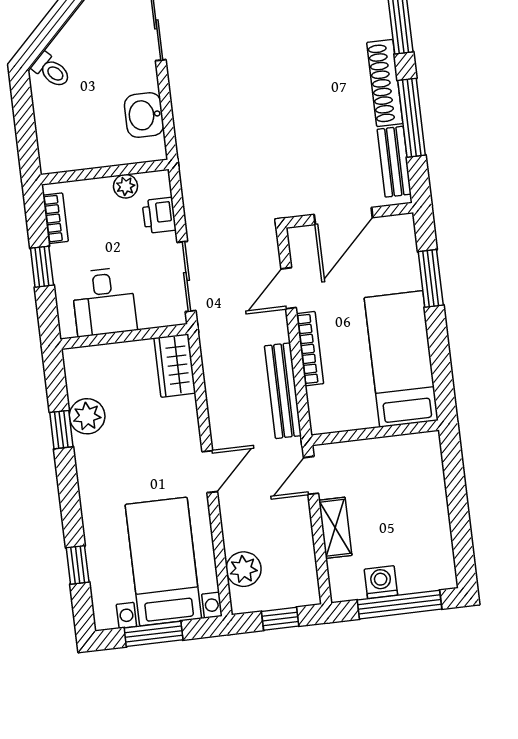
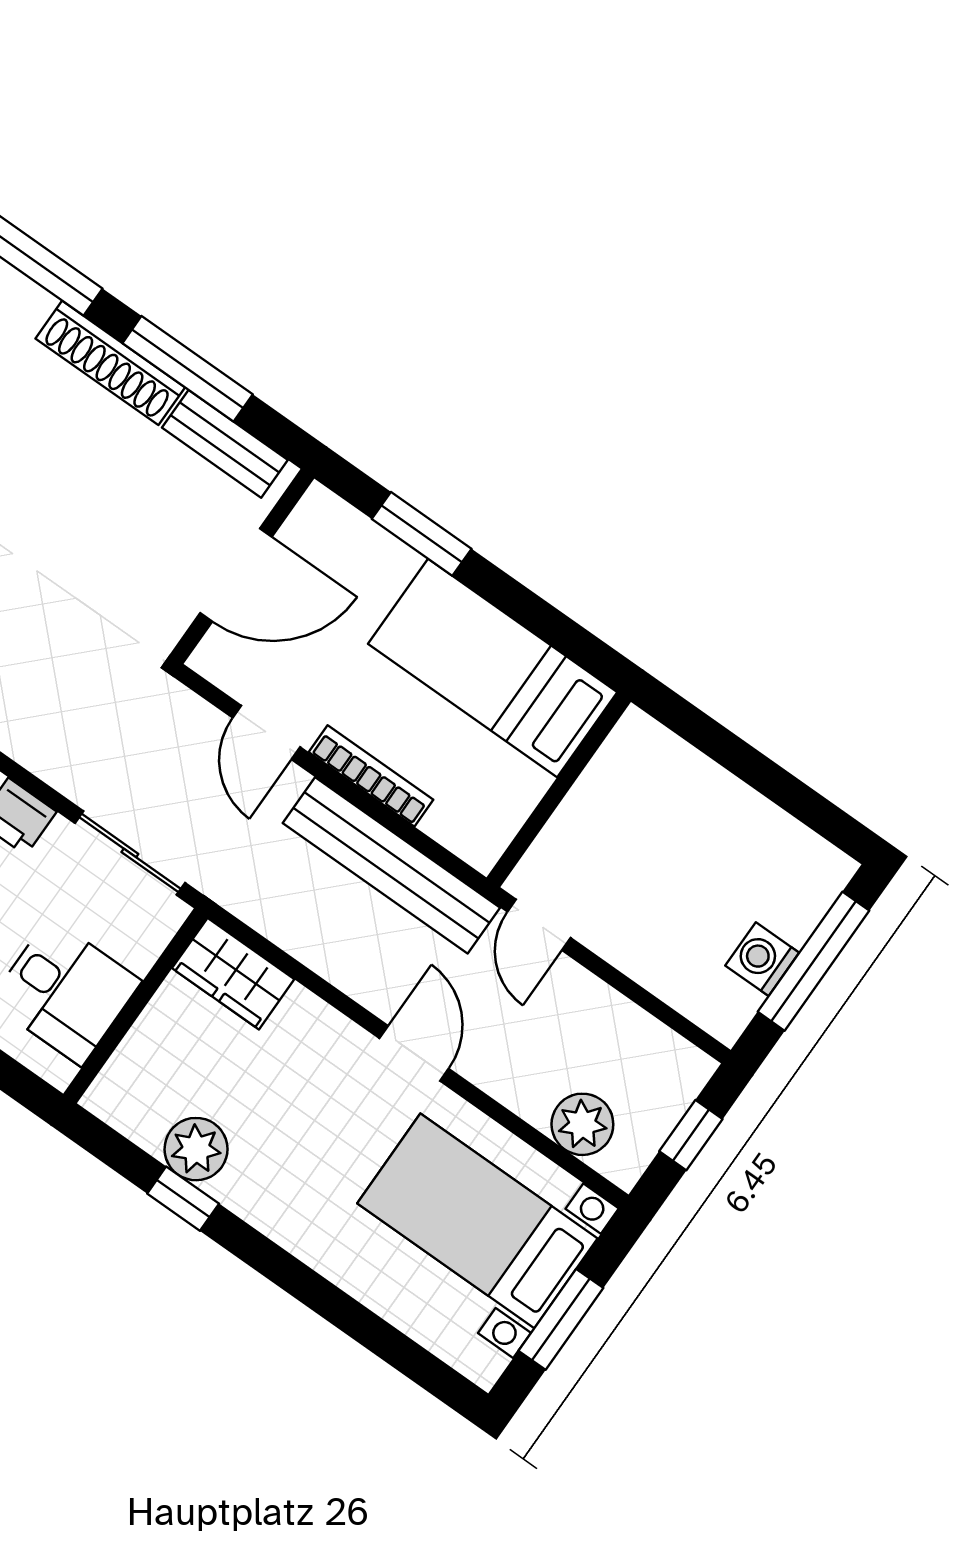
door: (343, 216) -> (236, 575), hinge flipped
bench: (283, 391) -> (391, 865), width x1.37, depth x1.21
shelving: (335, 528) -> (637, 955), removed
window: (78, 565) -> (380, 1338), removed

